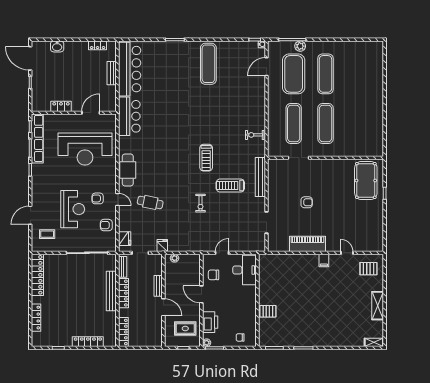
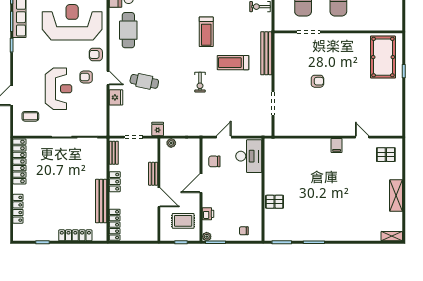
reception desk: (85, 149) -> (72, 22), turned 180
cafe table: (128, 170) -> (128, 30), moved
armchair: (106, 225) -> (96, 54), moved
fridge: (125, 239) -> (116, 97), moved
piano: (307, 244) -> (318, 127), removed
bench: (111, 291) -> (101, 201), moved
locker: (123, 293) -> (115, 182), width x0.66
door: (201, 294) -> (201, 183), hinge flipped
printer: (210, 322) -> (208, 214), width x0.53, depth x0.68

